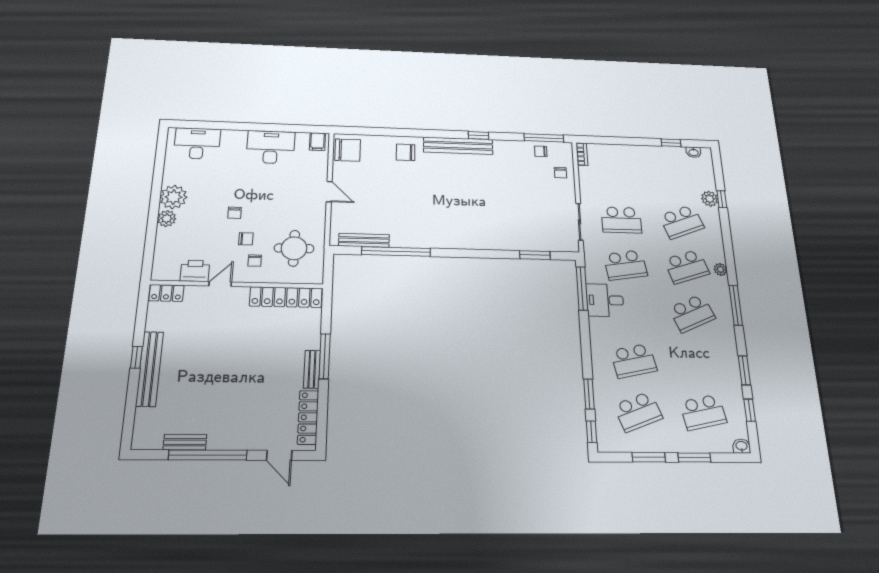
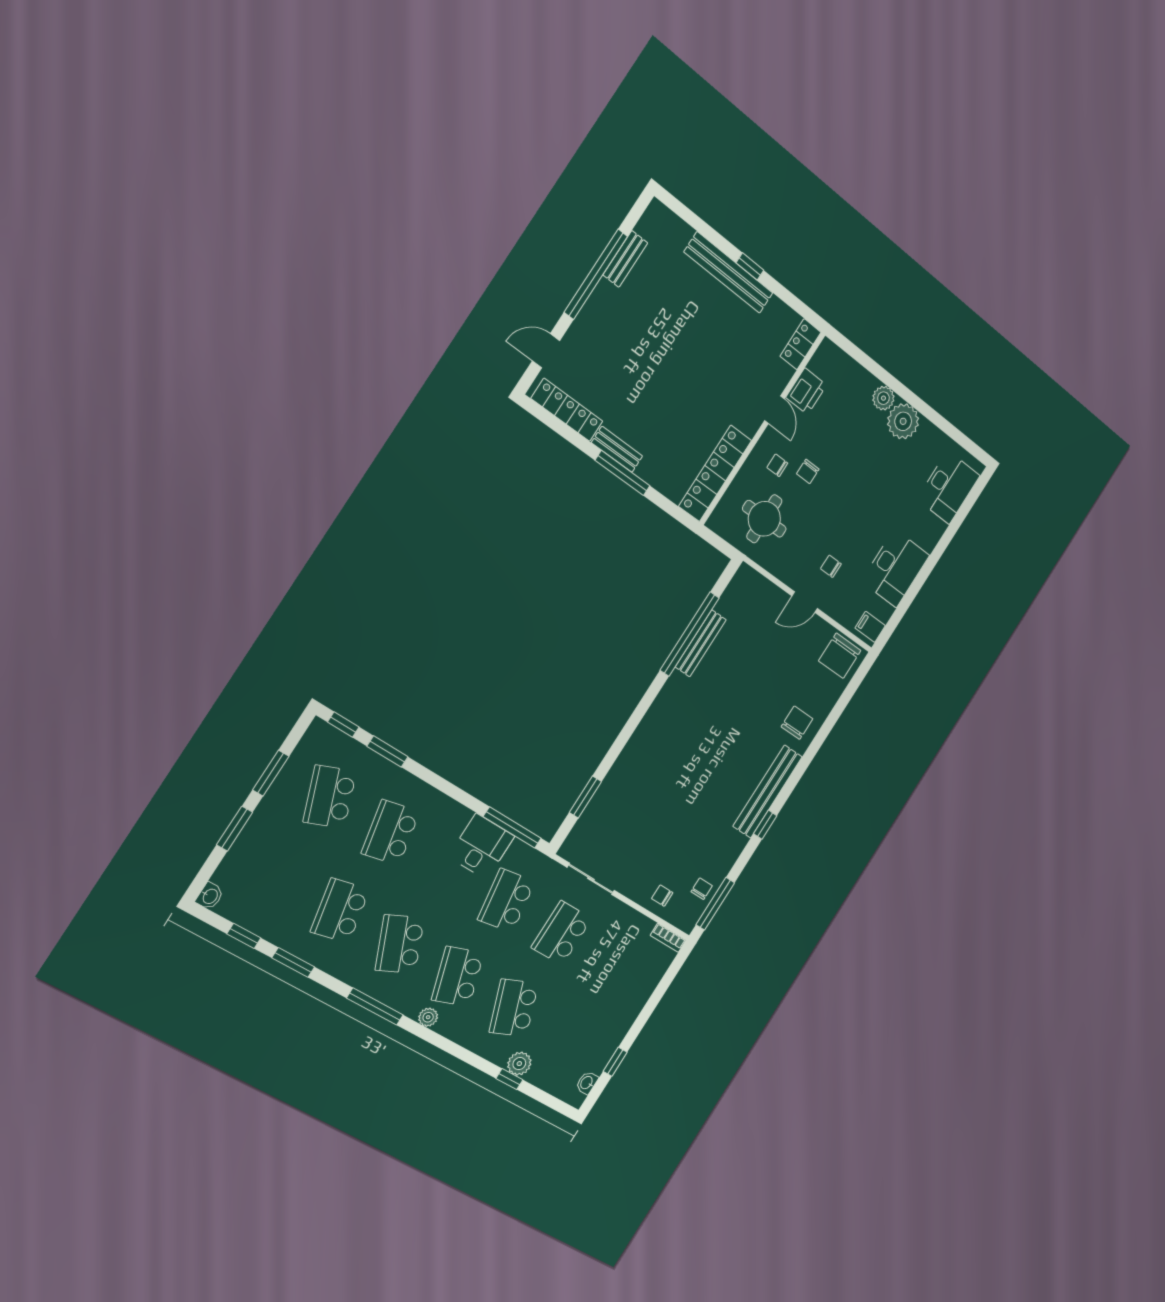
chair: (235, 213) -> (831, 566), moved
bench: (364, 240) -> (701, 643), moved
school desk: (703, 412) -> (340, 911), moved

